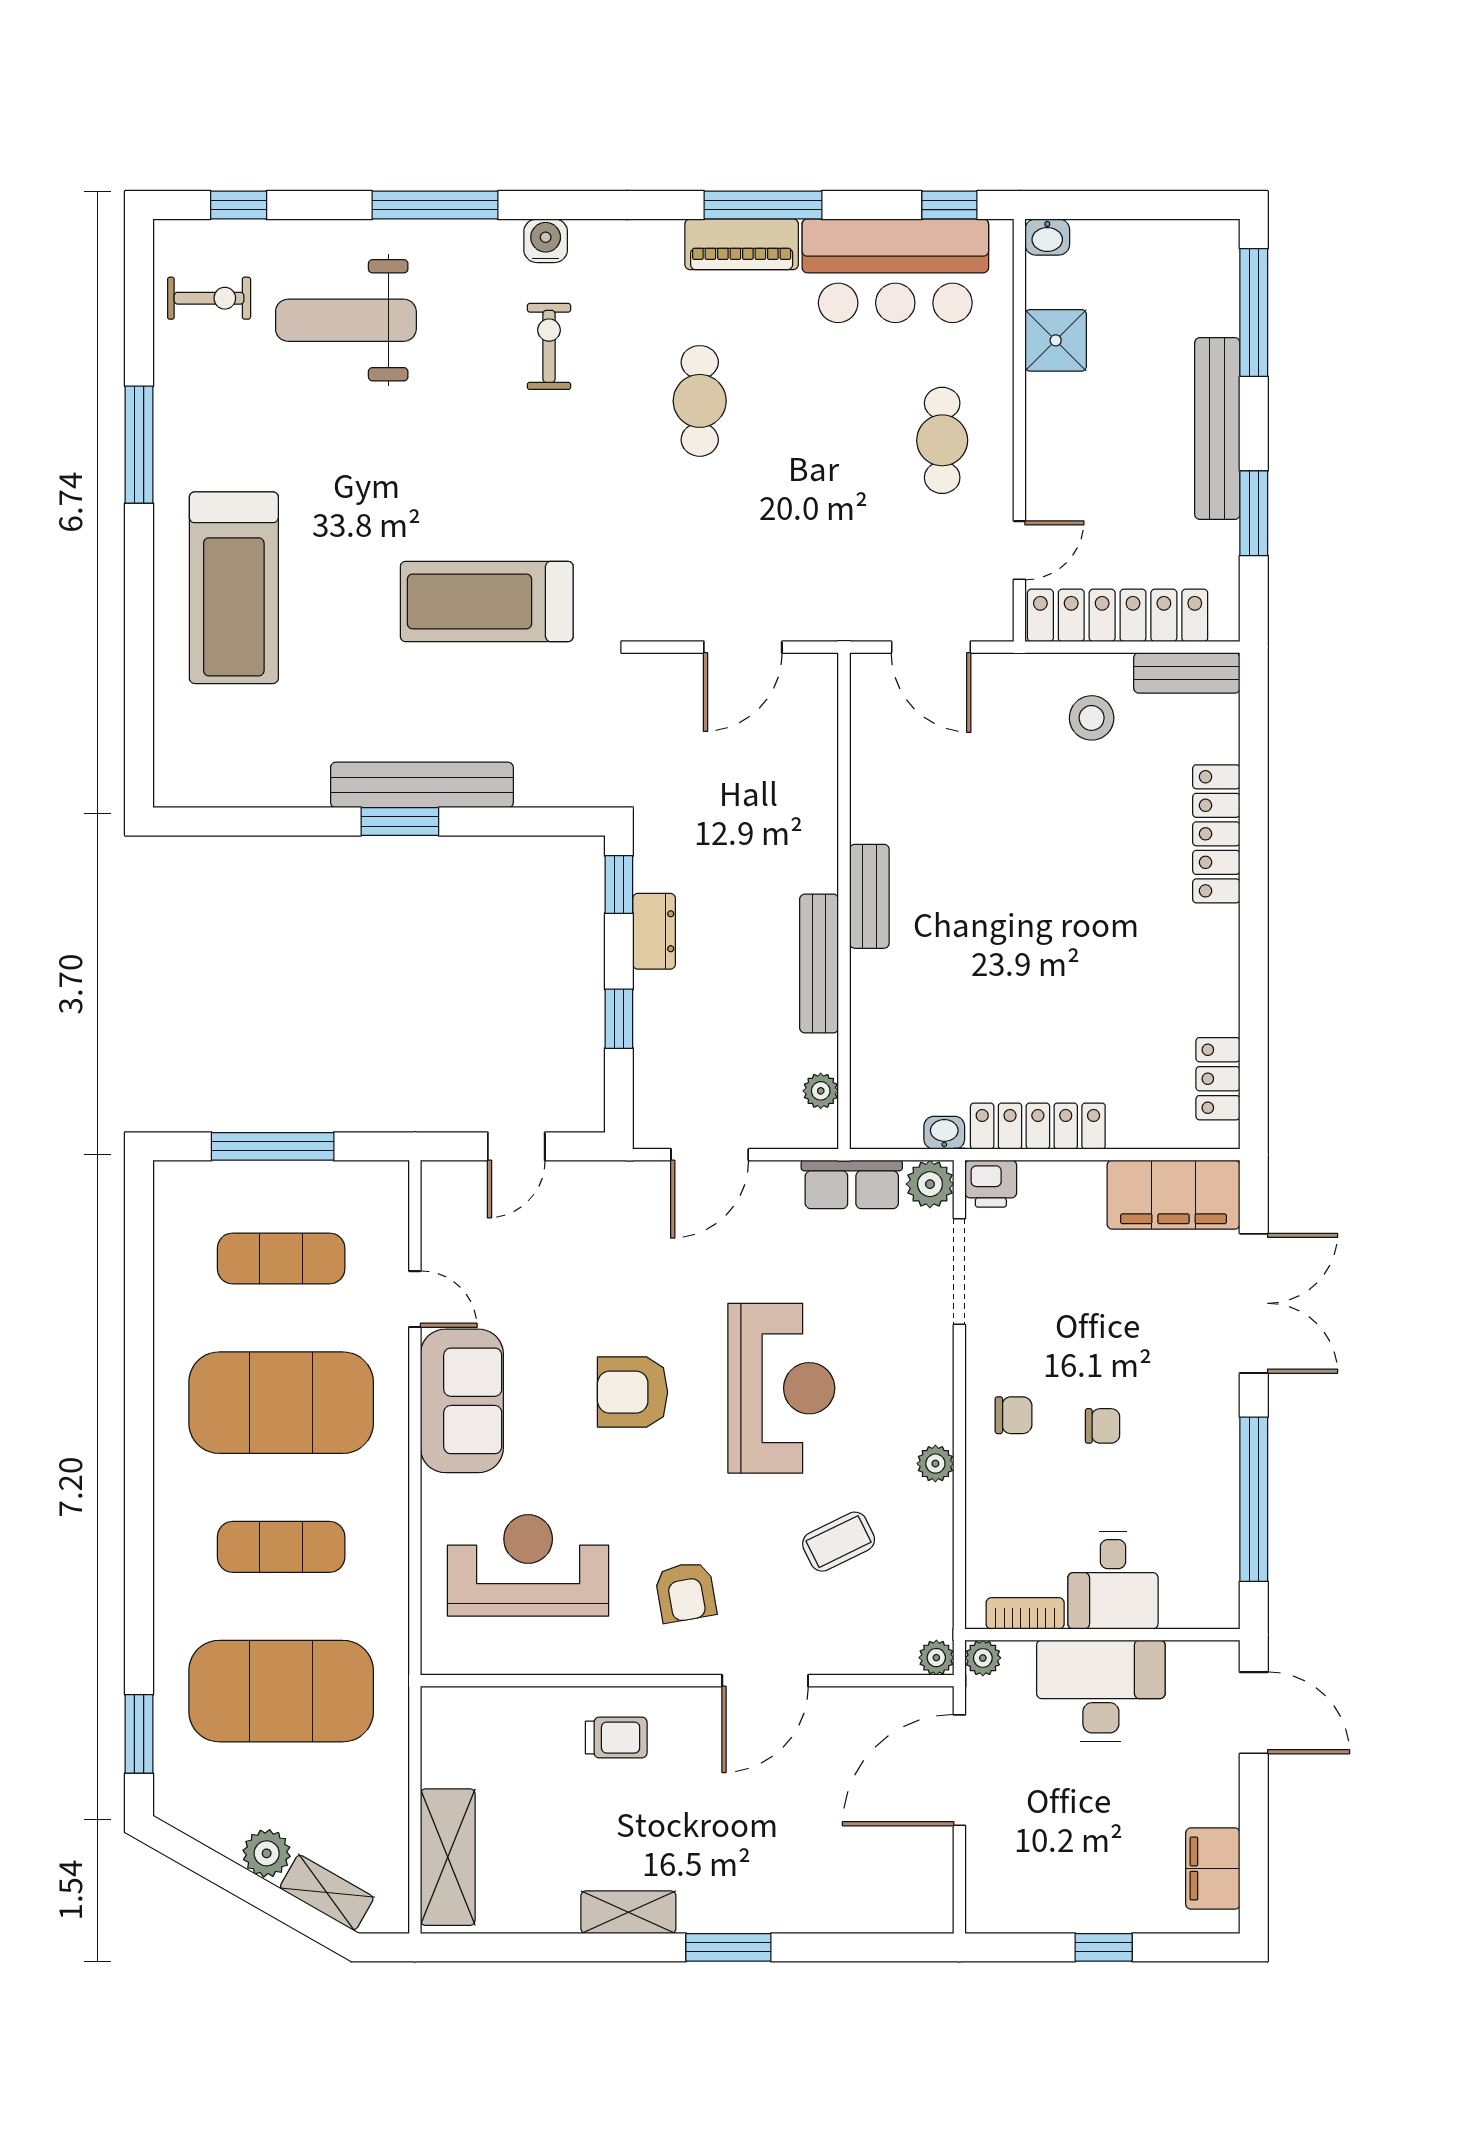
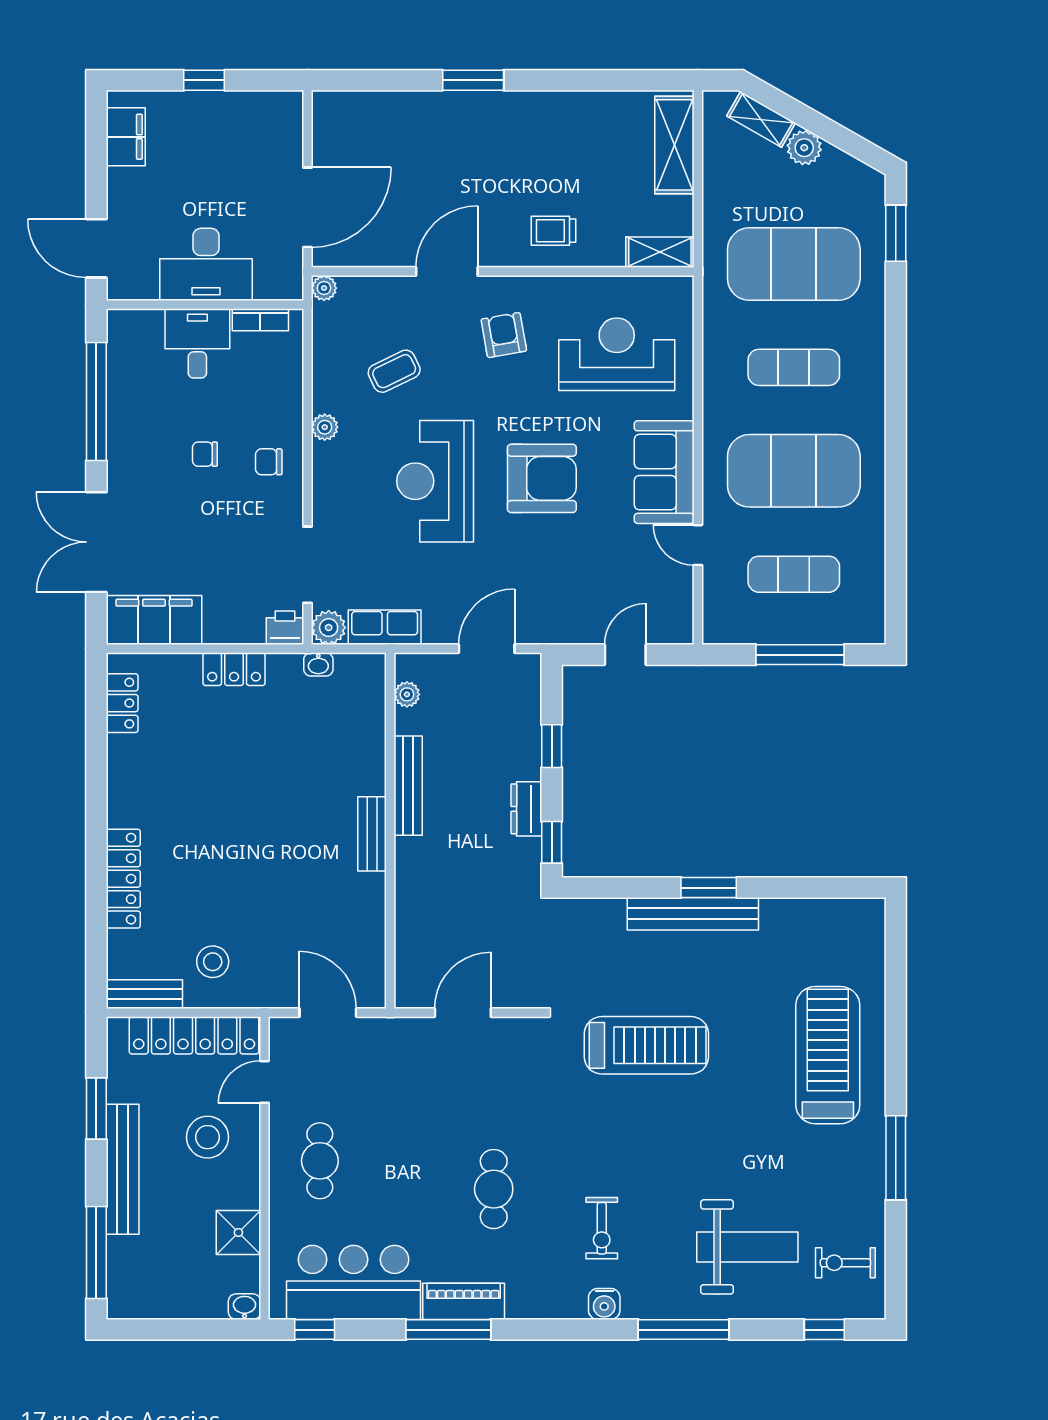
stool: (1099, 473) -> (207, 1137), added
locker: (1038, 1126) -> (234, 669), width x0.66
armchair: (633, 1392) -> (542, 478), width x1.36, depth x1.36
reception desk: (528, 1565) -> (617, 354), turned 180
plant: (983, 1658) -> (291, 288), removed
shelving: (628, 1912) -> (660, 252), moved

